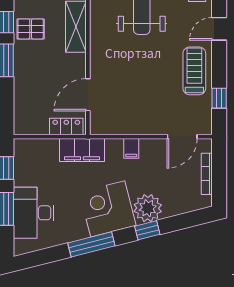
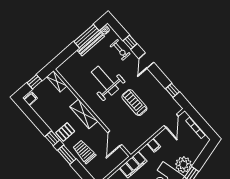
treadmill: (194, 71) -> (134, 103), moved
trolley: (33, 77) -> (84, 152), added
locker: (66, 126) -> (118, 160), removed

